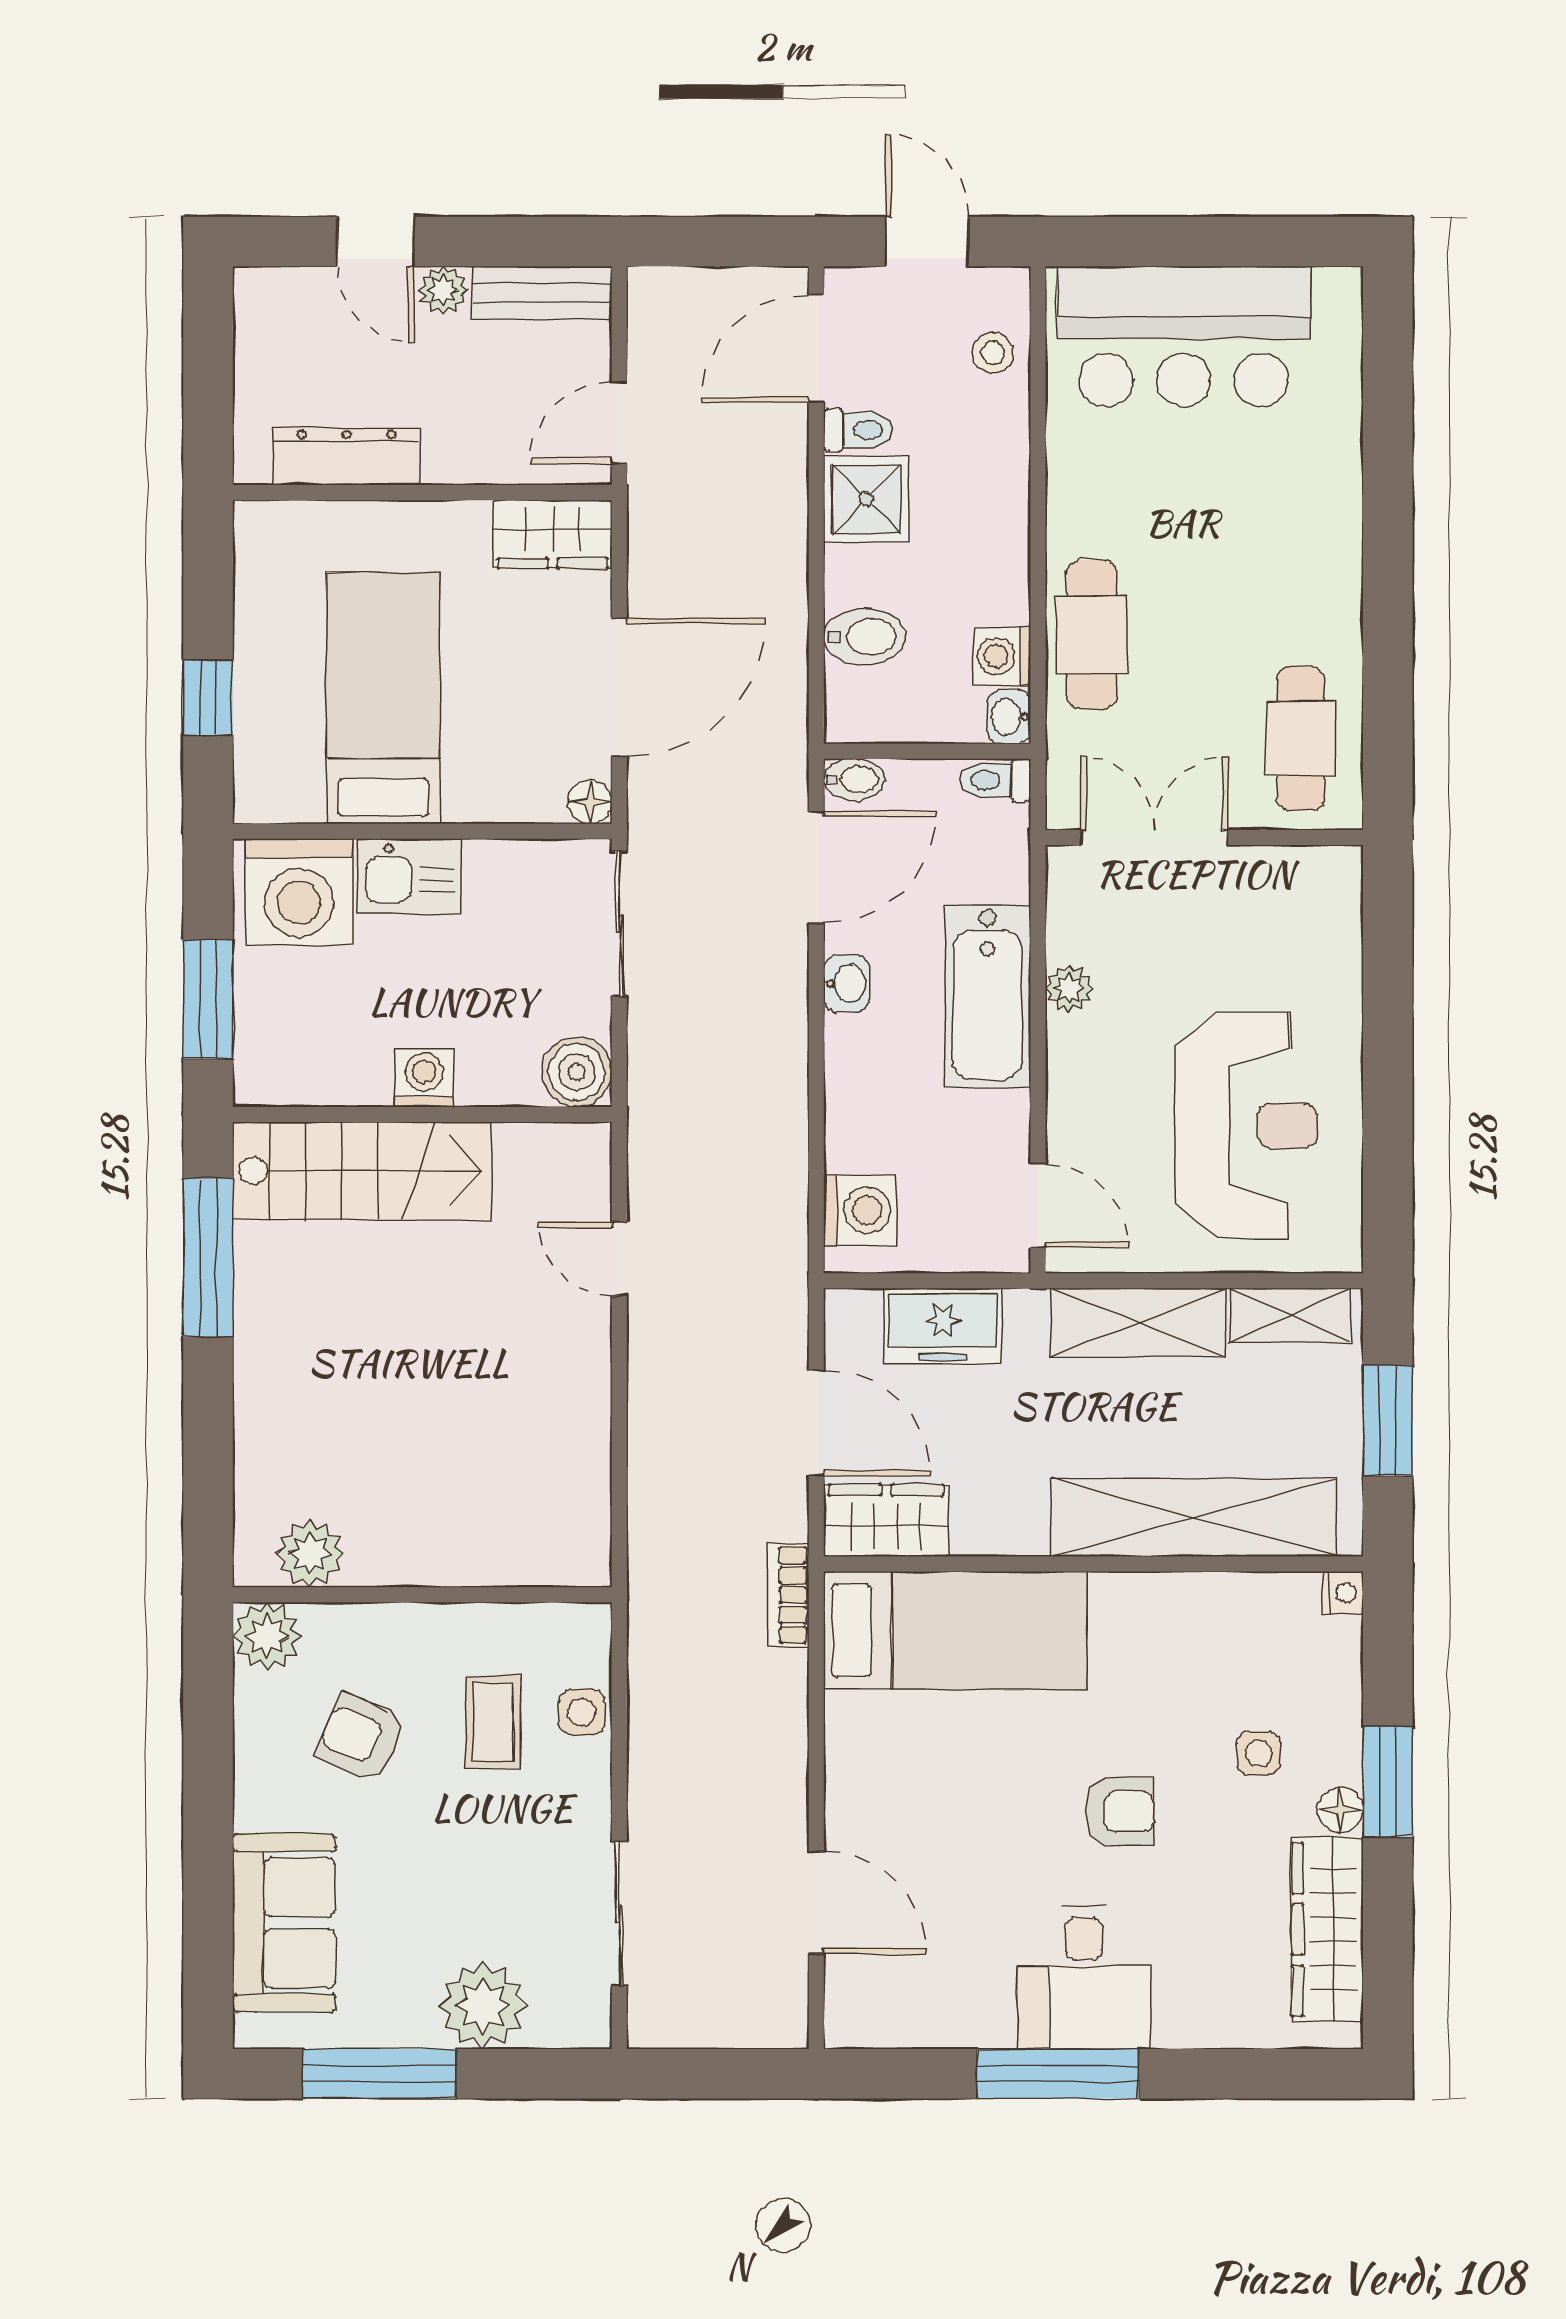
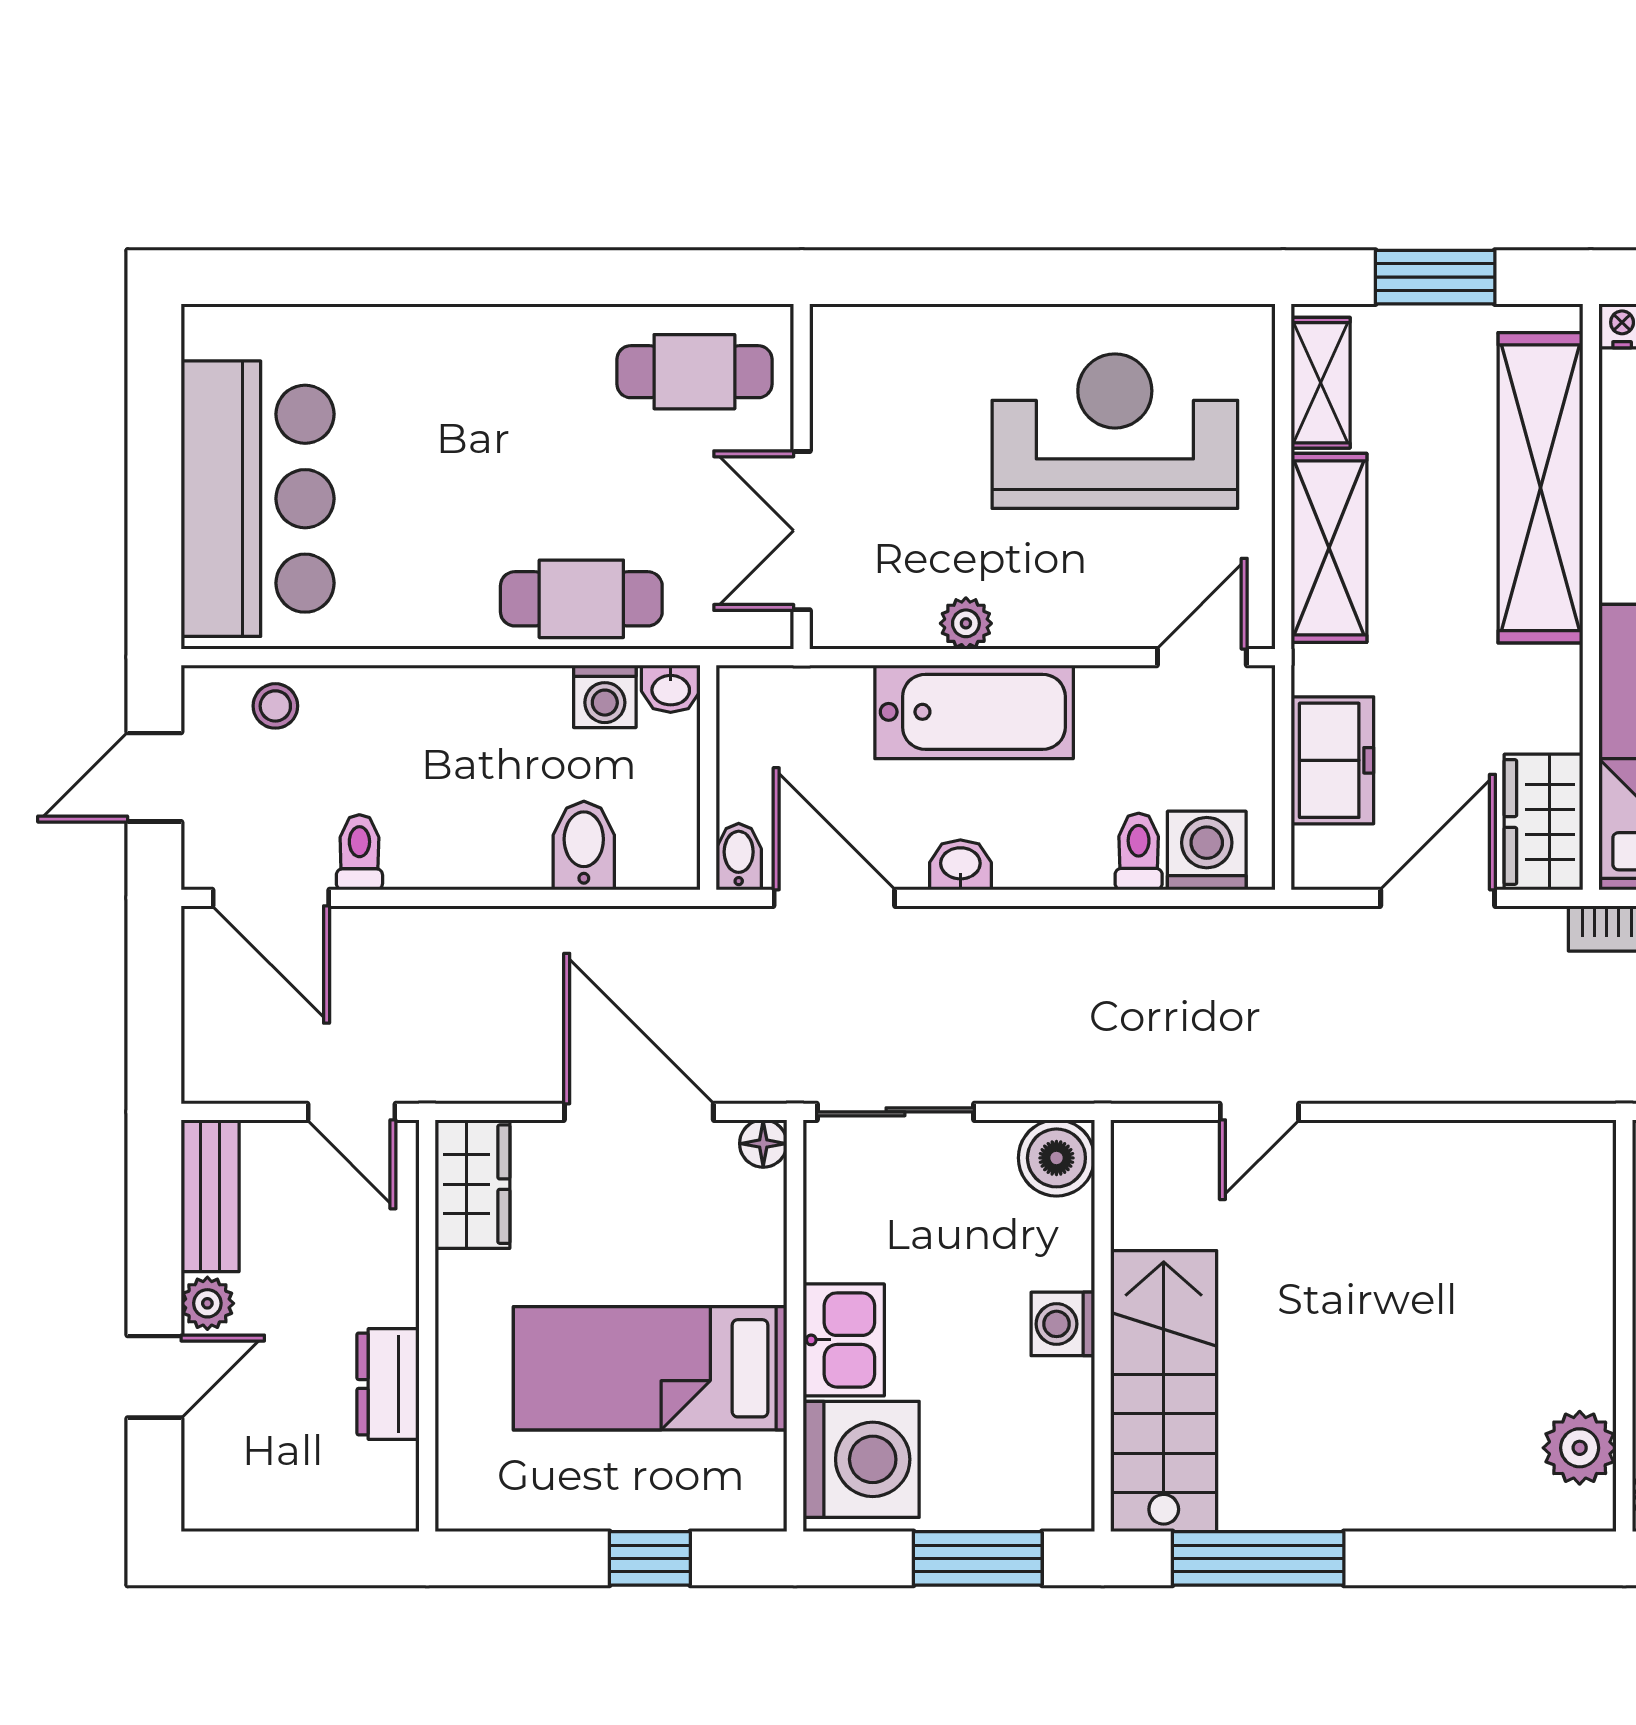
dresser: (346, 457) -> (388, 1384), width x0.70
shower: (866, 499) -> (434, 843), removed
toilet: (995, 780) -> (1139, 851), moved, turned 180

